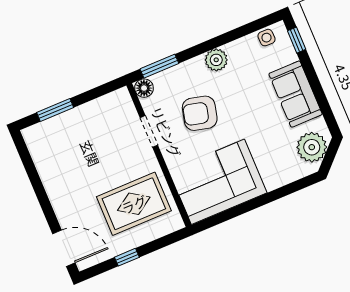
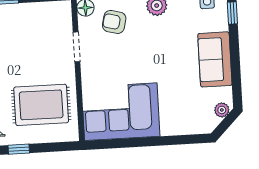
armchair: (200, 113) -> (114, 22), moved, width x0.72, depth x0.72
plant: (312, 147) -> (222, 110), width x0.53, depth x0.53

